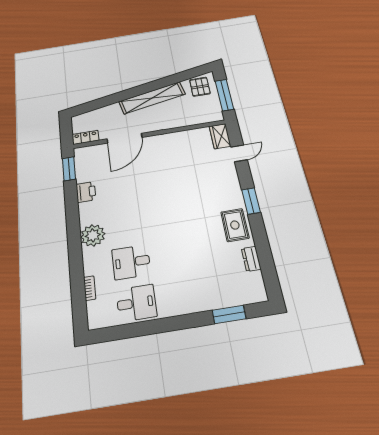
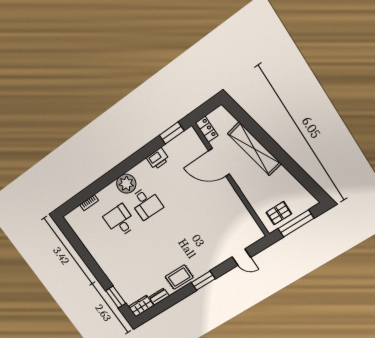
pallet: (200, 87) -> (279, 213), moved
shelving: (152, 98) -> (254, 149), moved
wardrobe: (220, 136) -> (141, 306), moved
desk: (136, 303) -> (146, 203), moved

